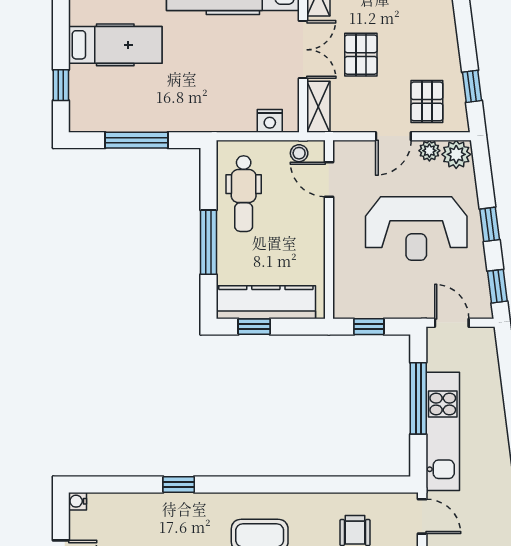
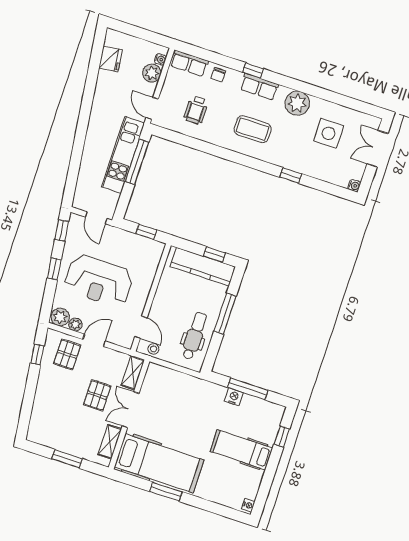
nightstand: (270, 121) -> (234, 397), moved
reception desk: (416, 229) -> (99, 281), turned 180
window: (418, 398) -> (137, 162), moved

